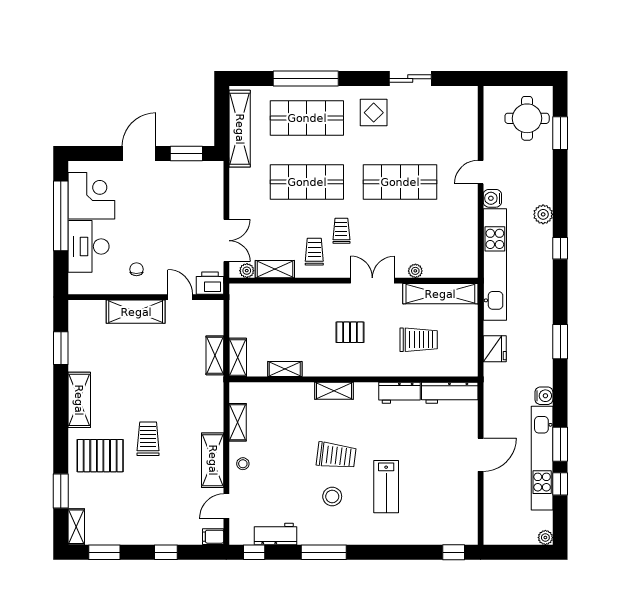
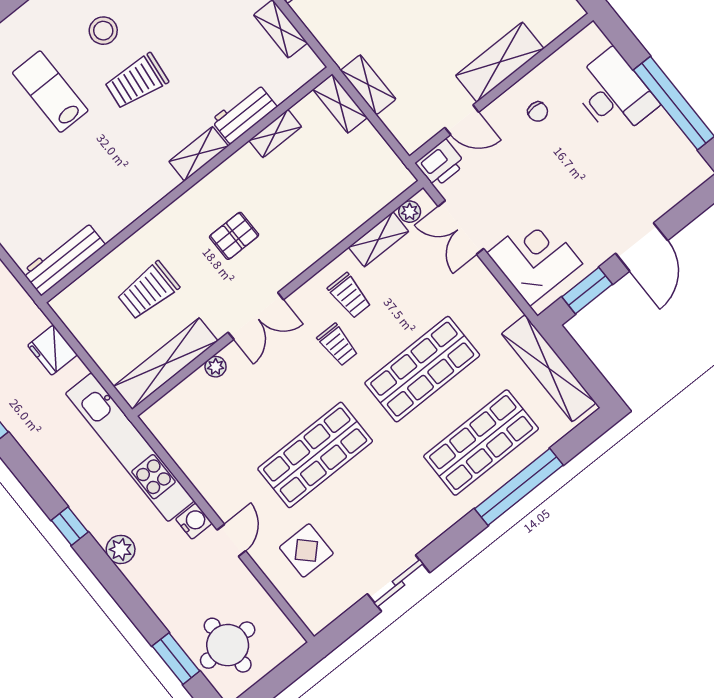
display table: (374, 113) -> (306, 550), moved
corner desk: (91, 196) -> (535, 258), moved, turned 180
workbench: (400, 393) -> (244, 113), moved

